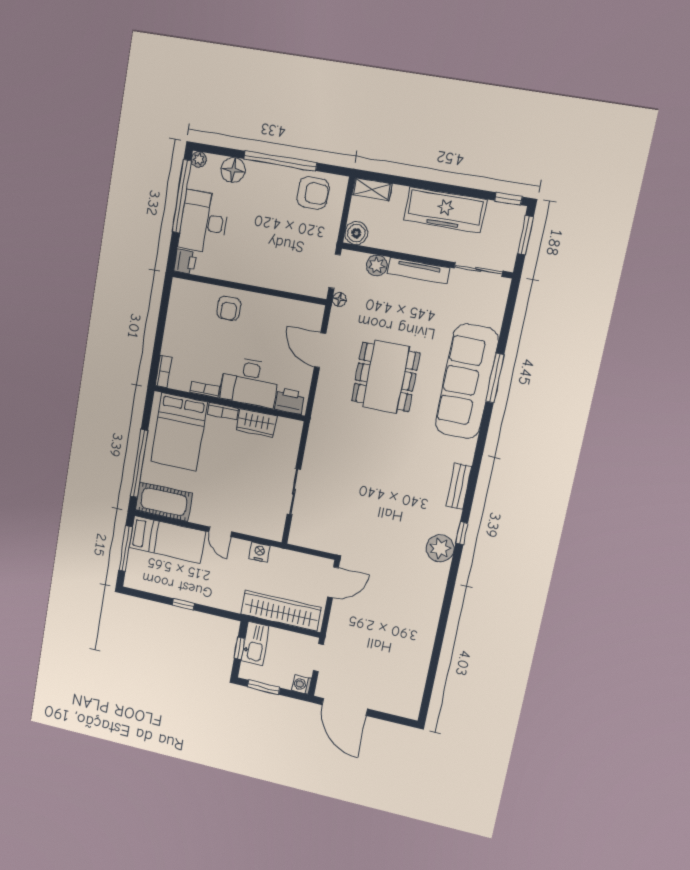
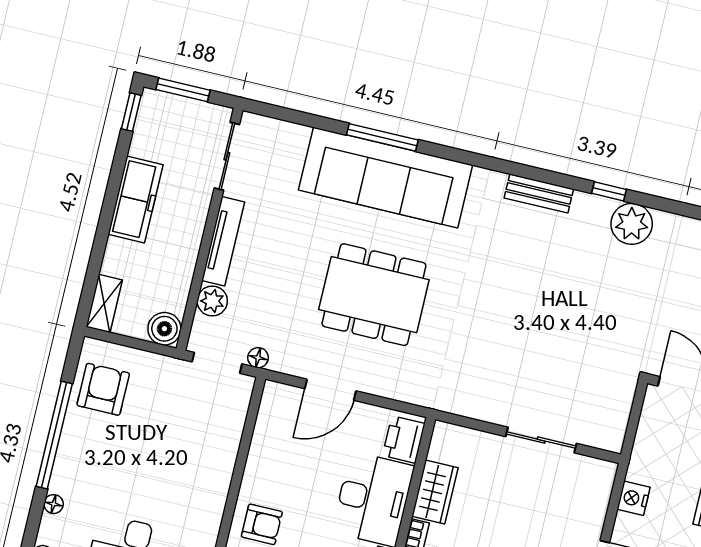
floor lamp: (233, 170) -> (54, 504), width x0.53, depth x0.53
freezer: (445, 210) -> (136, 199), width x0.73, depth x0.79

